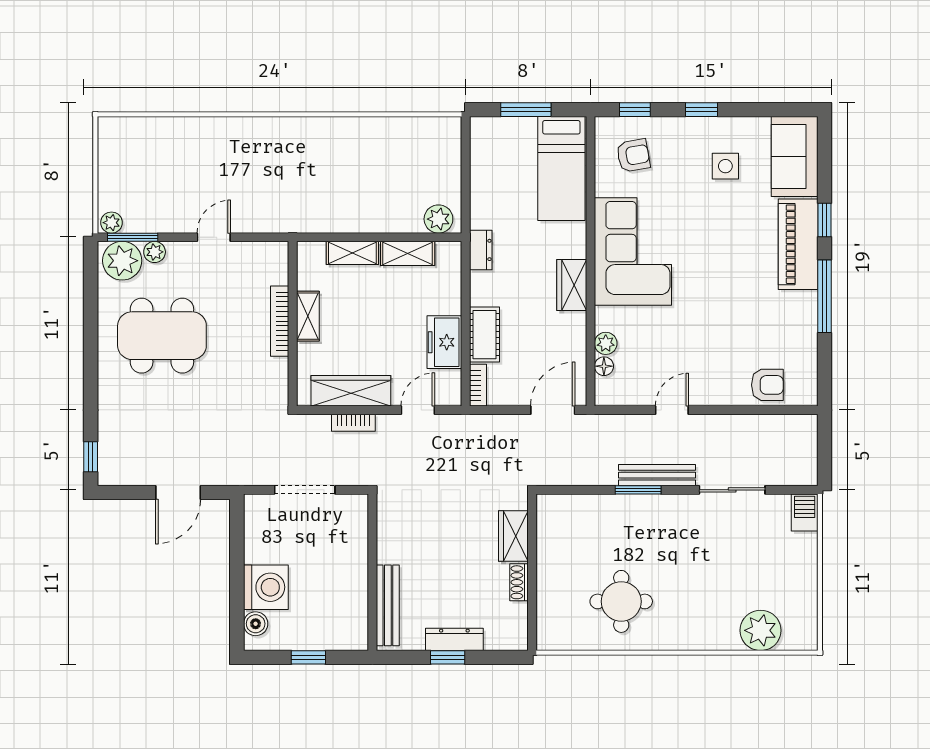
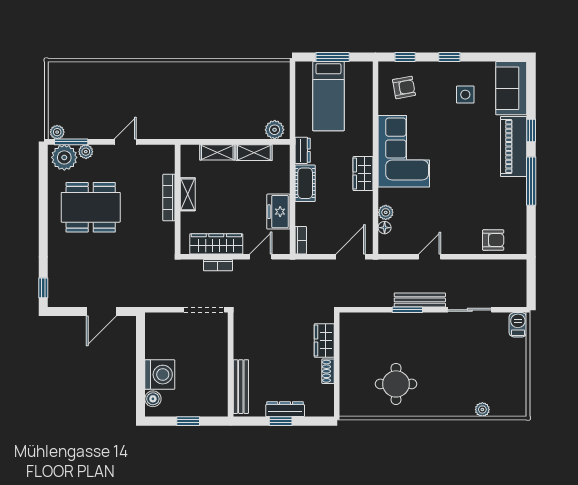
bed: (561, 168) -> (328, 96), moved
cot: (485, 335) -> (305, 183), moved
doorway: (305, 490) -> (204, 310), moved
plant: (761, 630) -> (482, 410), width x0.53, depth x0.53

